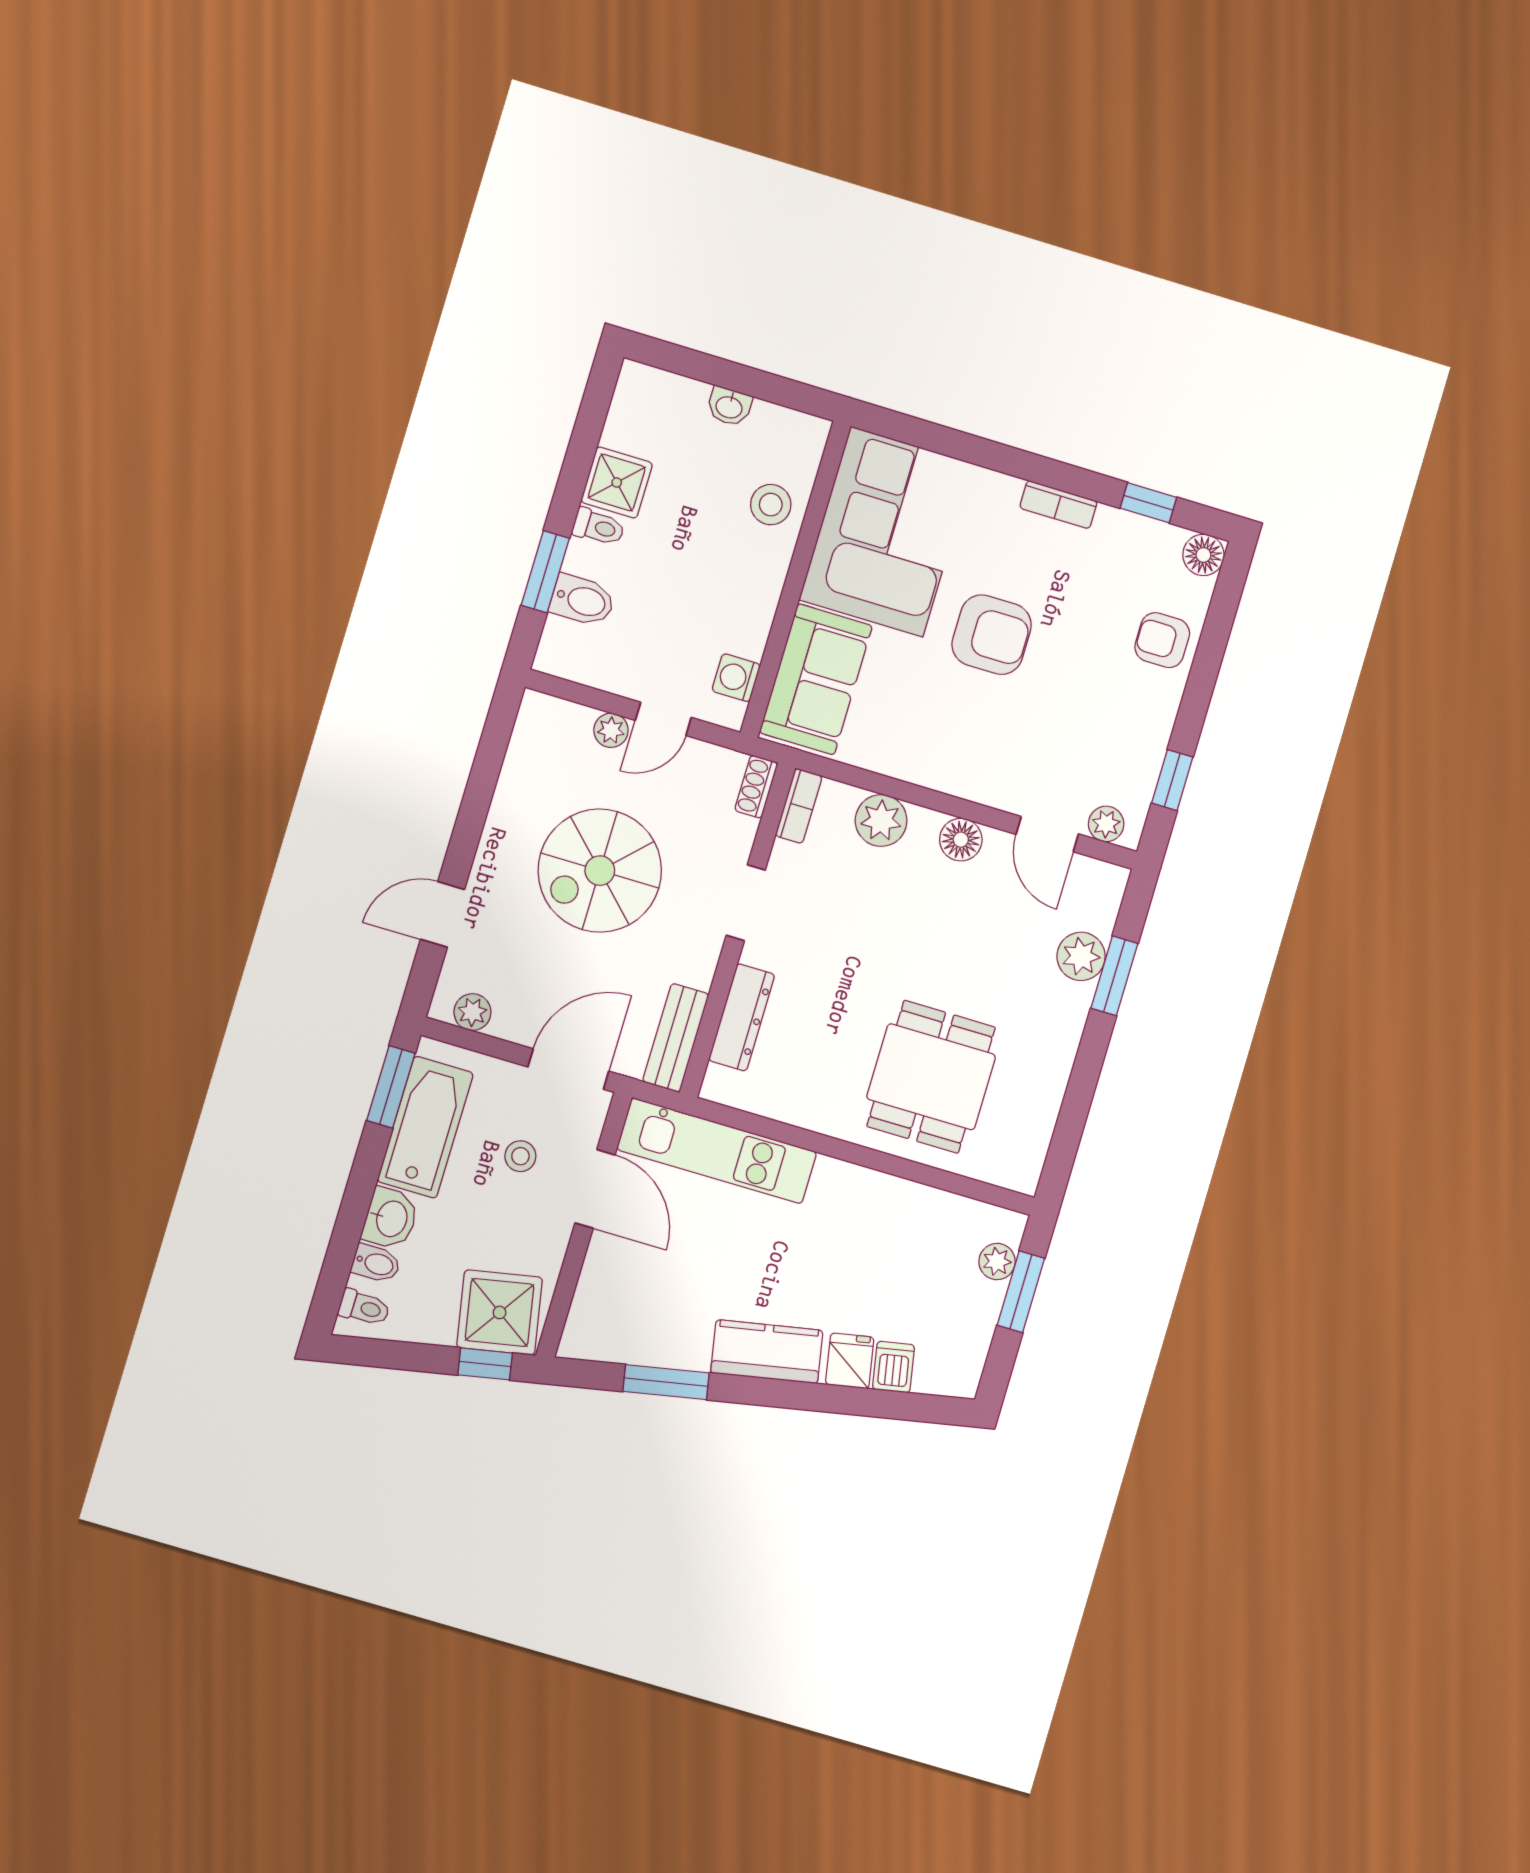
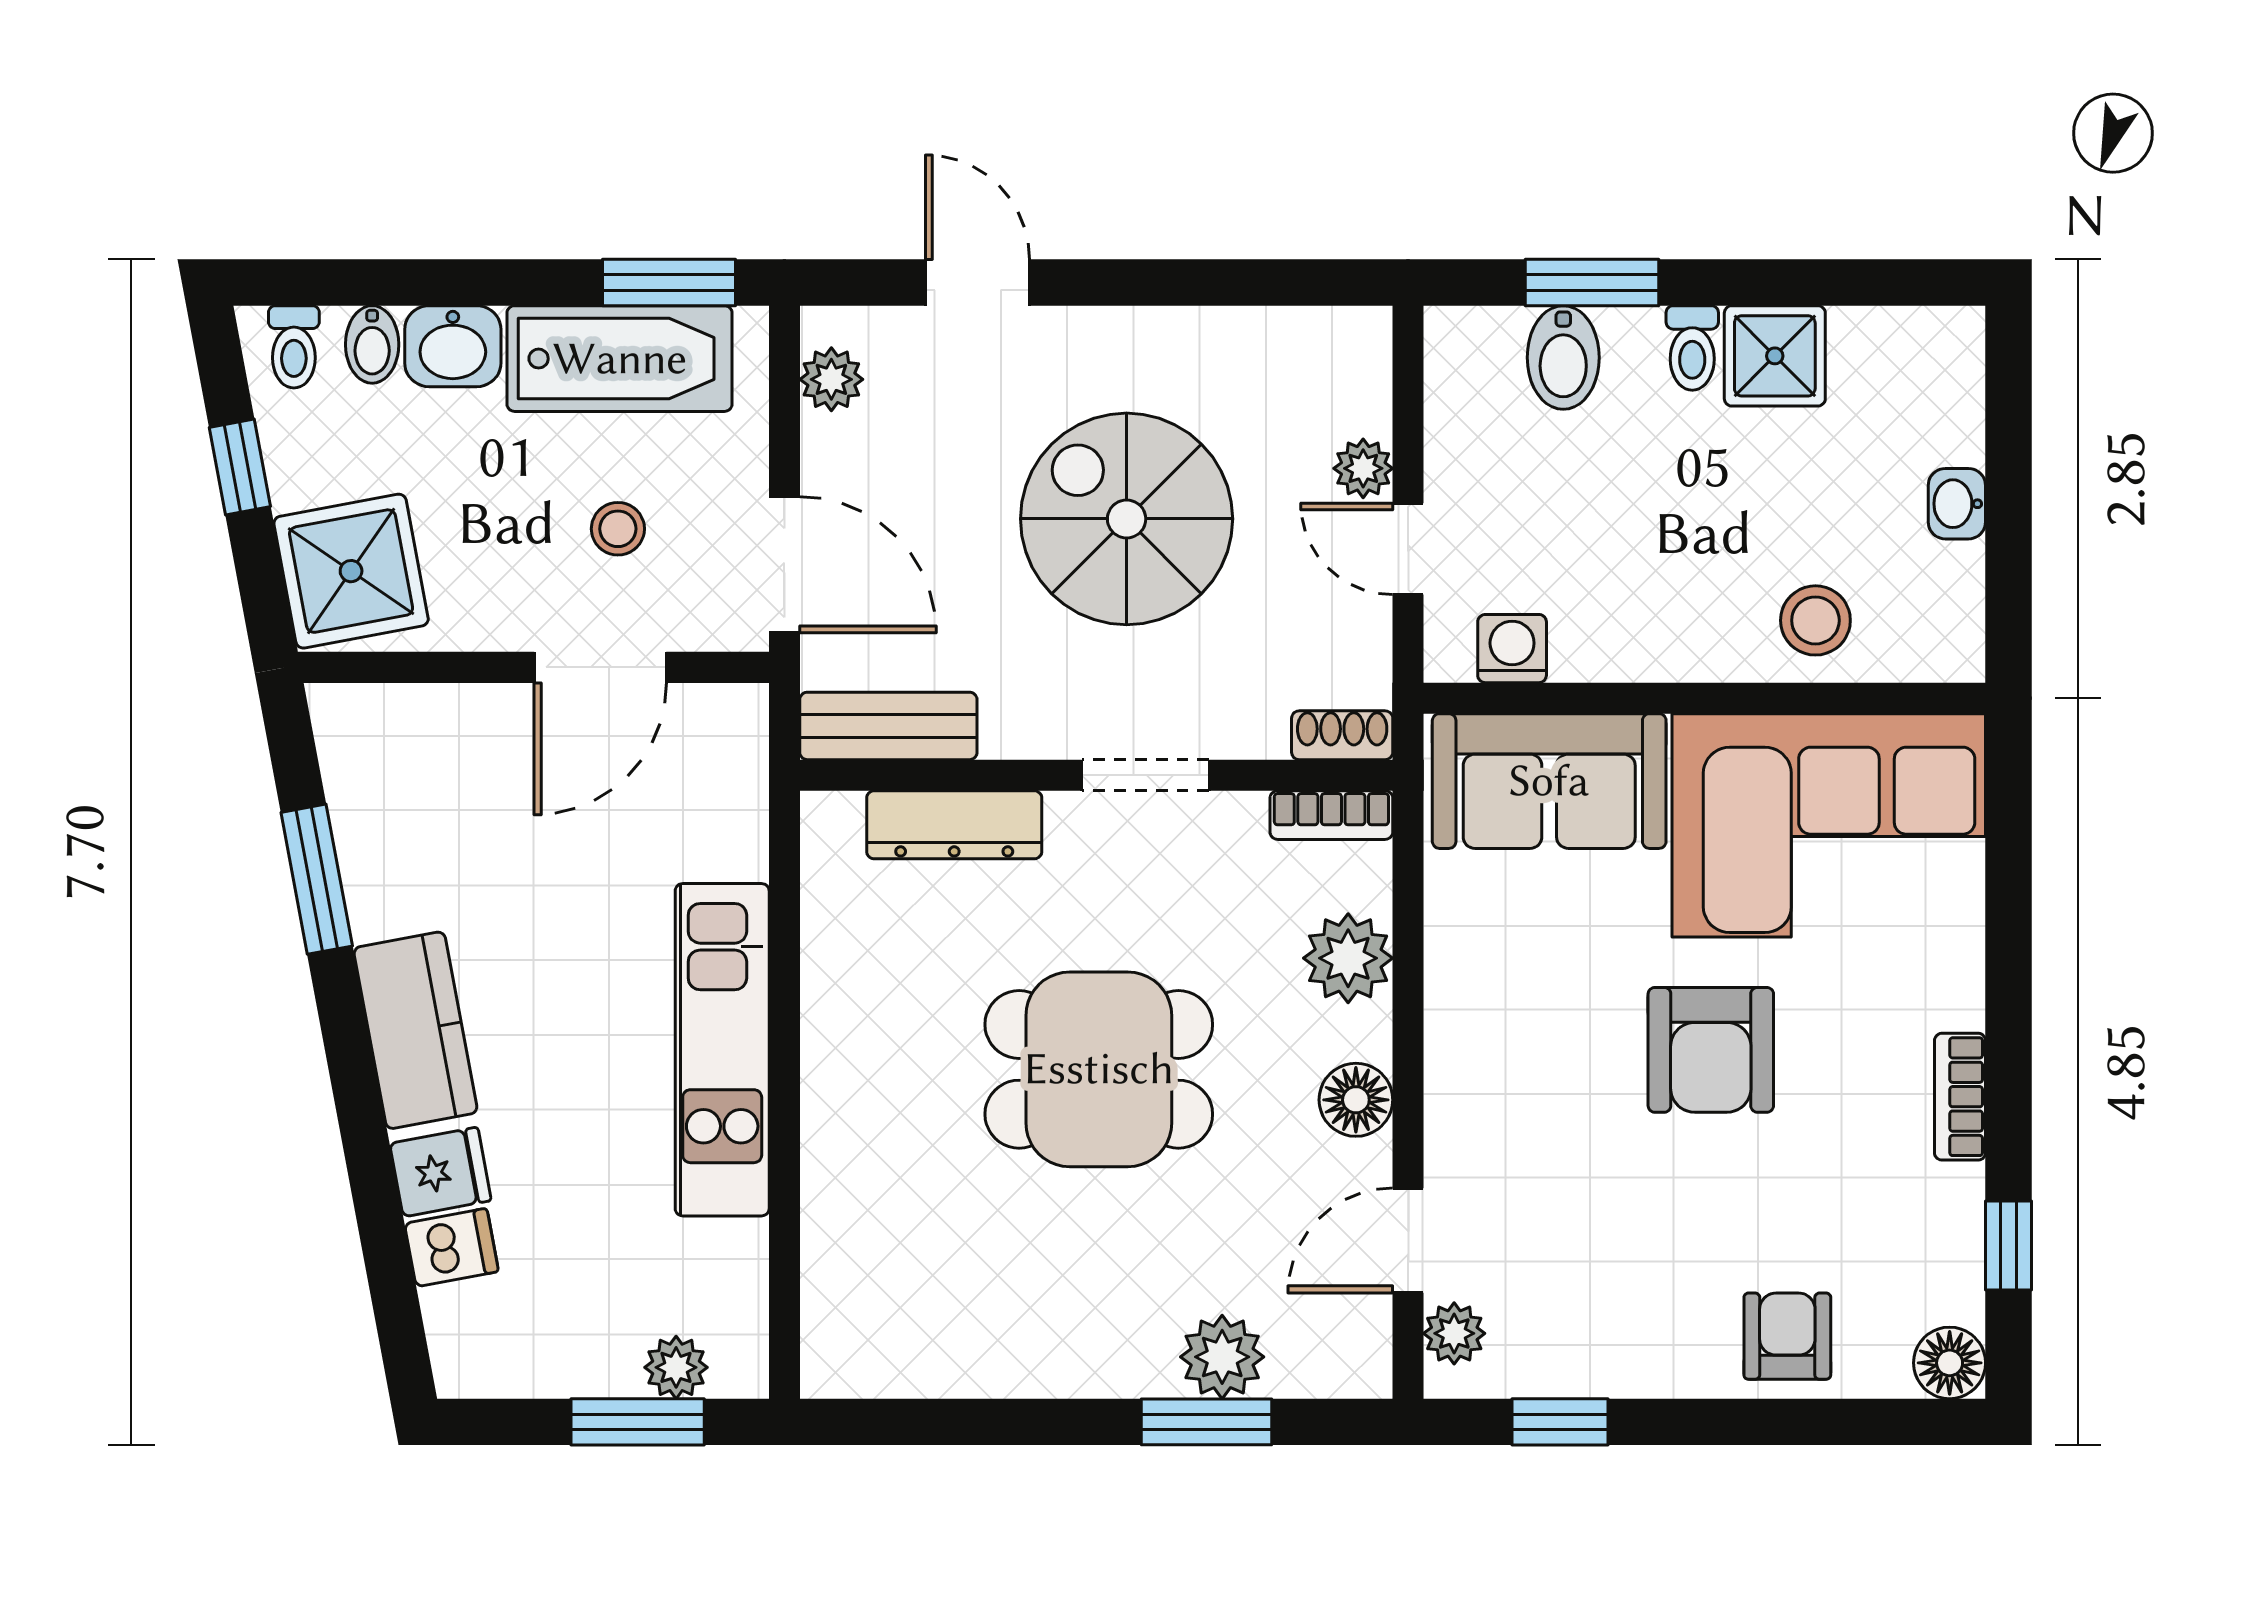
dining table: (931, 1077) -> (1099, 1069), moved
kitchen unit: (717, 1151) -> (722, 1050), moved
window: (485, 1364) -> (240, 467), moved

